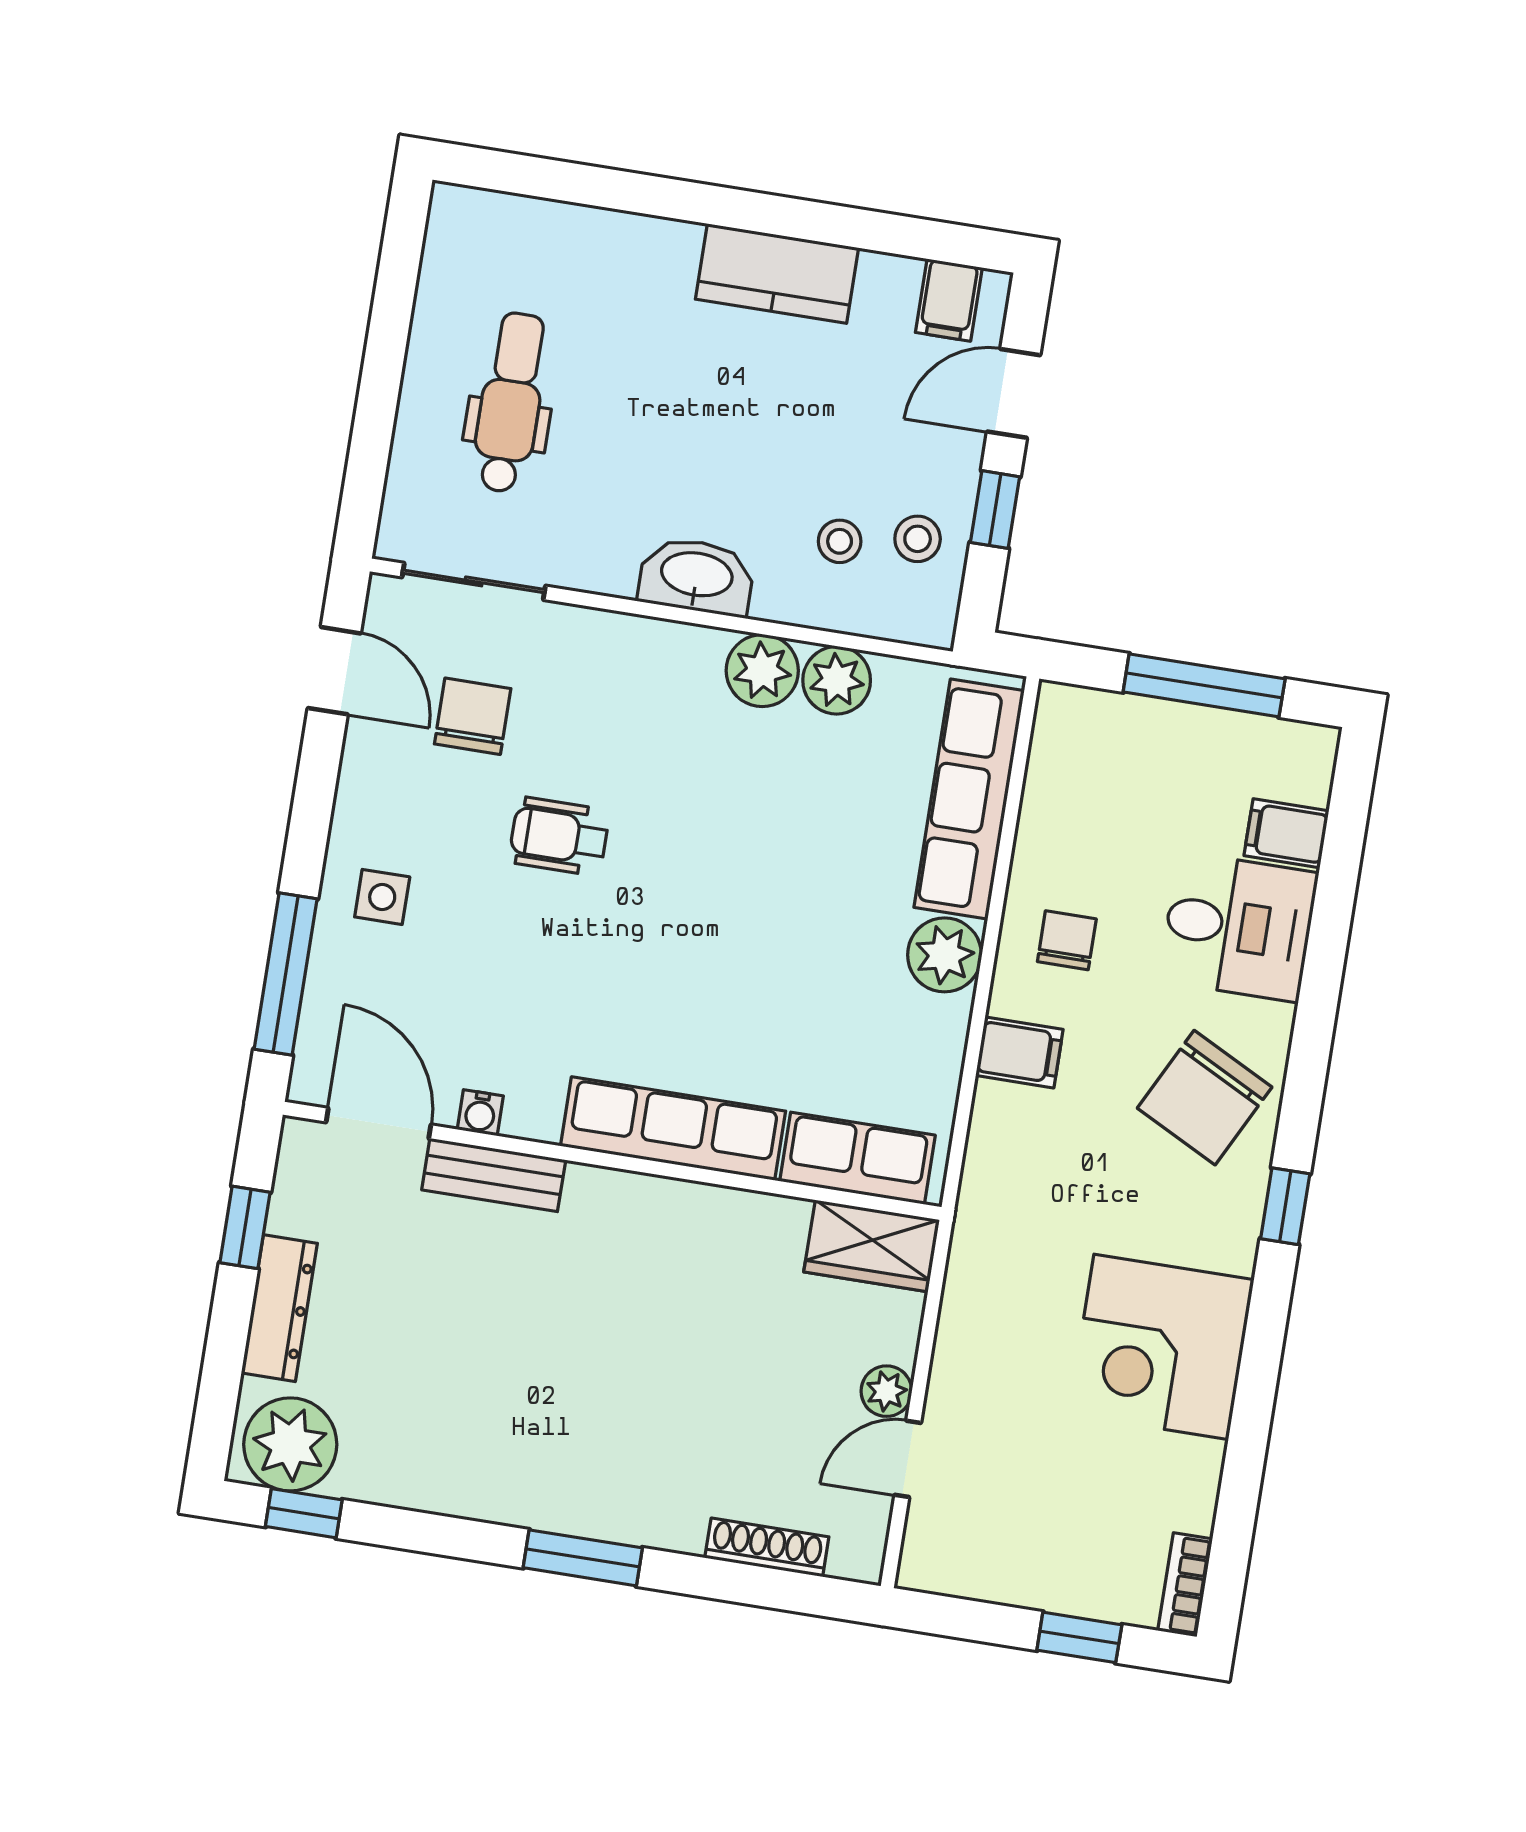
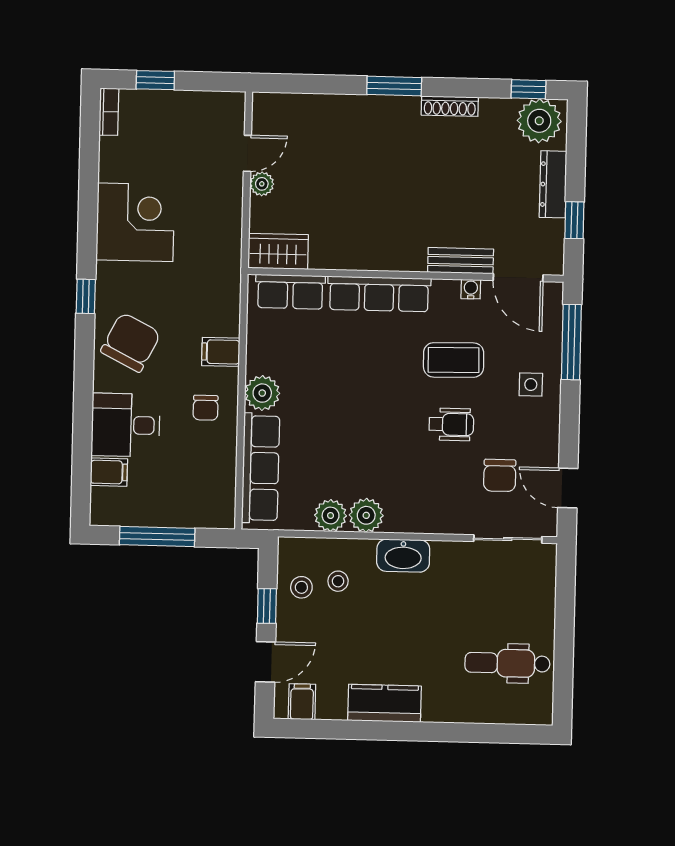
dental chair: (510, 403) -> (507, 663), moved, turned 90
coffee table: (536, 970) -> (454, 360), added
shoe rack: (767, 1547) -> (450, 106), moved

